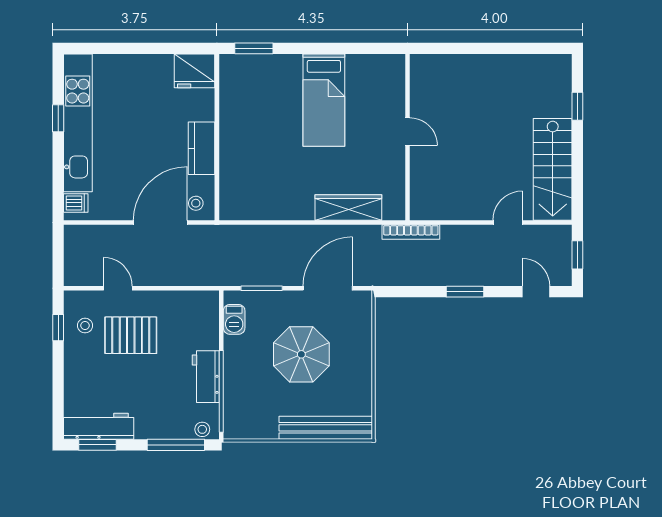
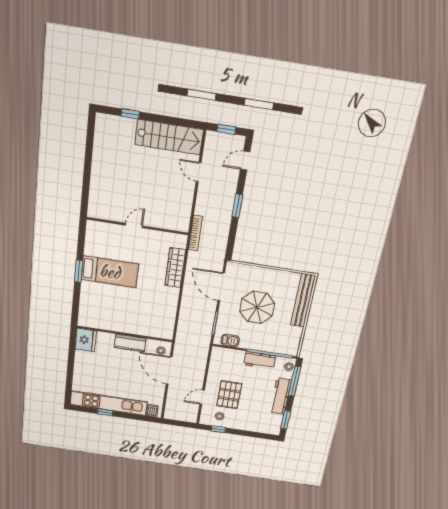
window: (254, 48) -> (79, 271), moved
workbench: (99, 426) -> (281, 396), moved

